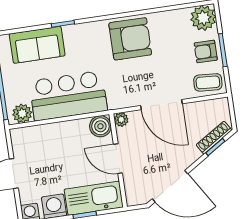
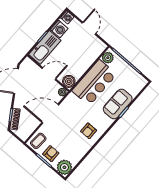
armchair: (130, 39) -> (89, 131), width x0.53, depth x0.53
sofa: (37, 45) -> (118, 104), moved

